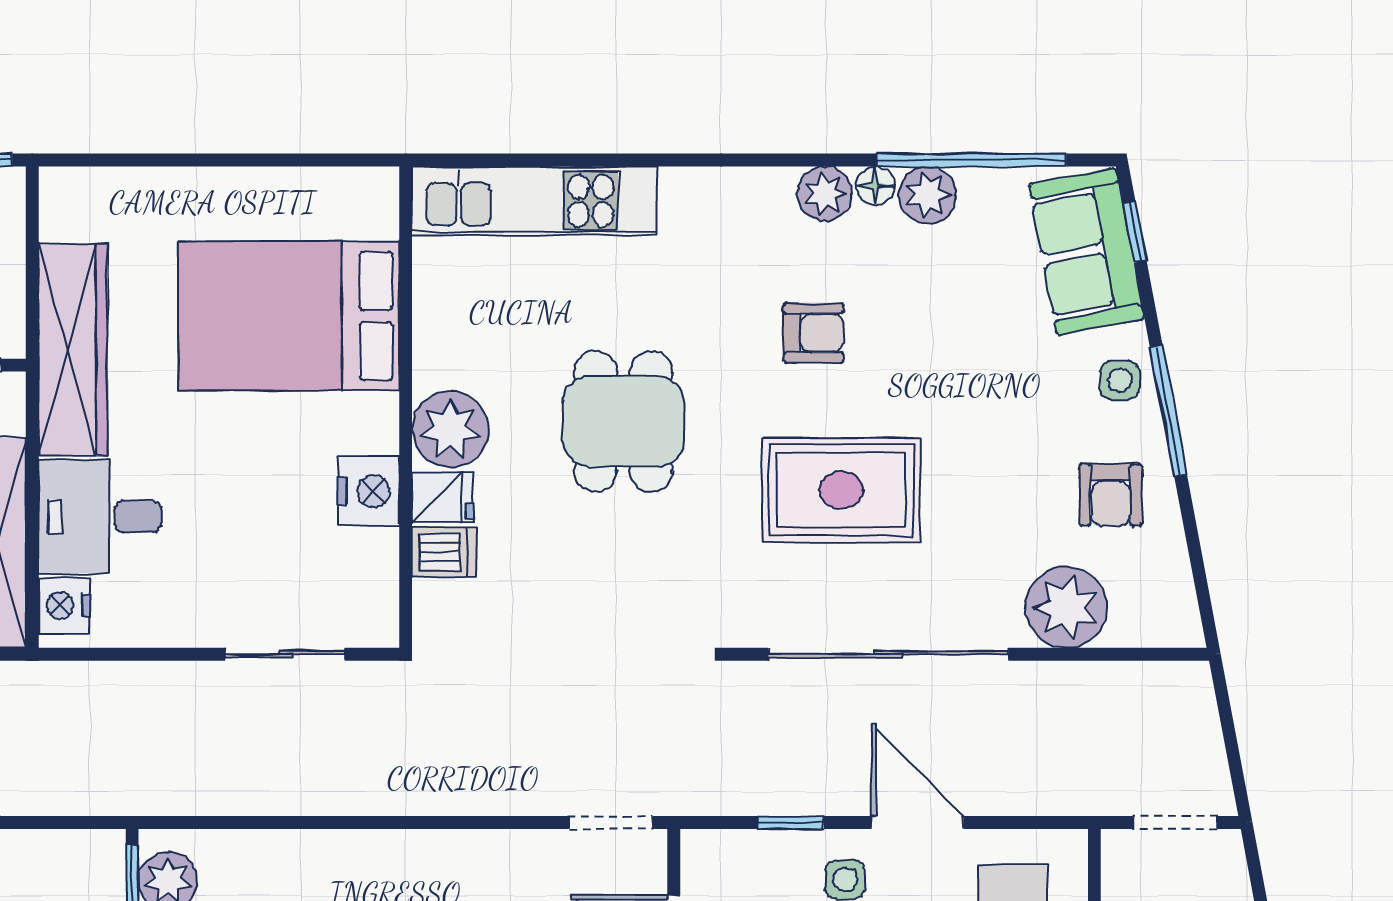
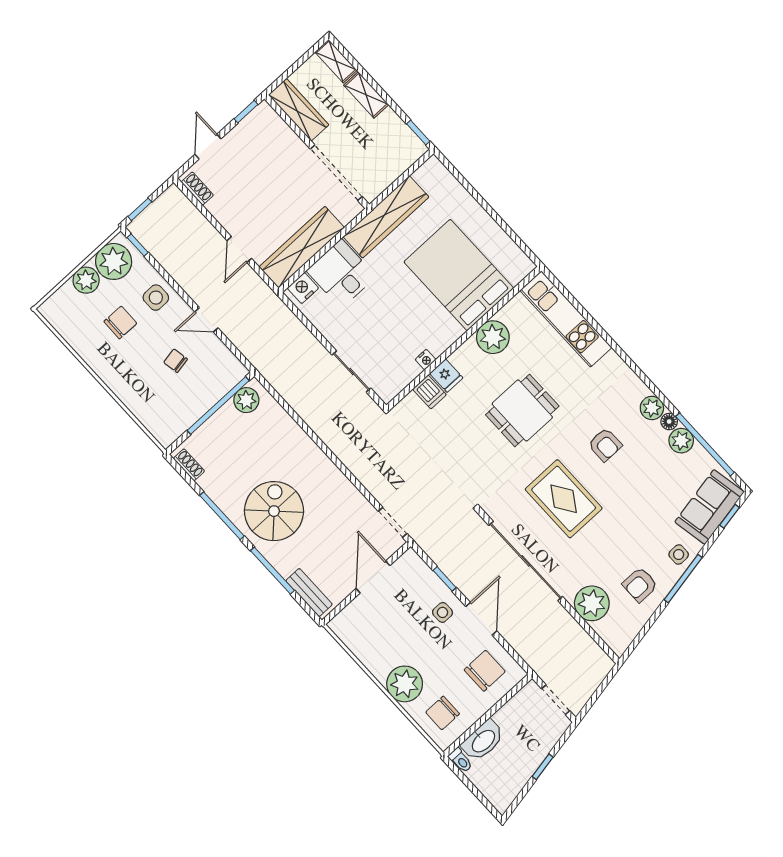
plant: (450, 429) -> (493, 337), moved
nightstand: (368, 491) -> (426, 360), width x0.53, depth x0.56

